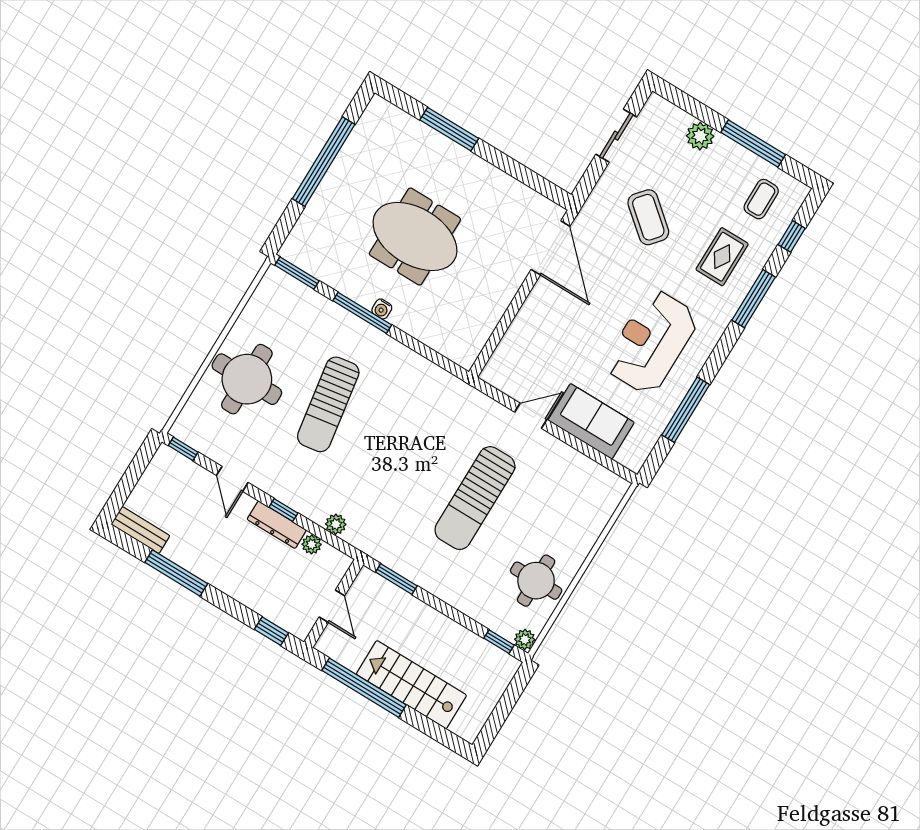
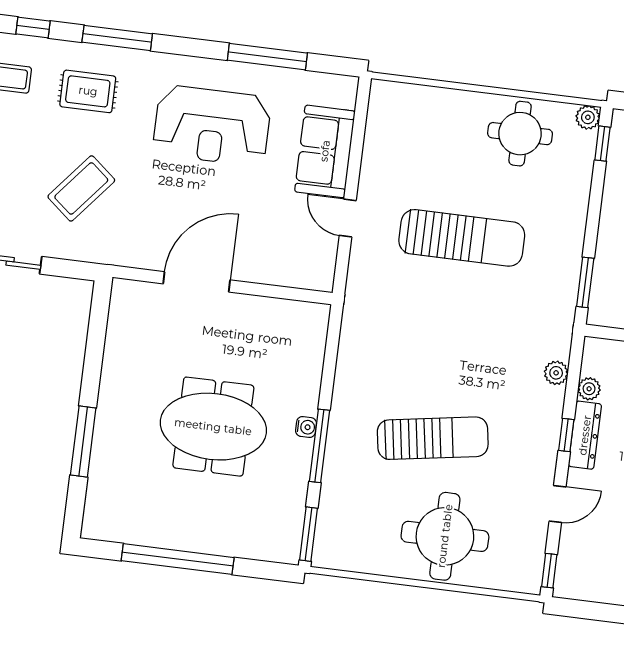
meeting table: (415, 237) -> (213, 427), turned 90
door: (551, 248) -> (197, 282), moved

